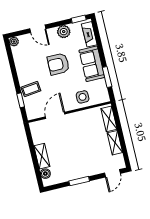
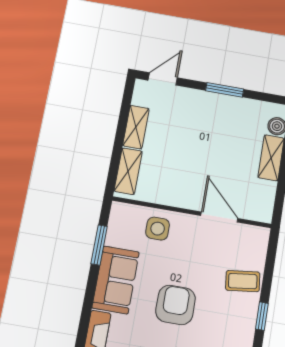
armchair: (58, 64) -> (176, 305), turned -90
window: (21, 100) -> (262, 316), moved
door: (55, 115) -> (219, 217), swing flipped

